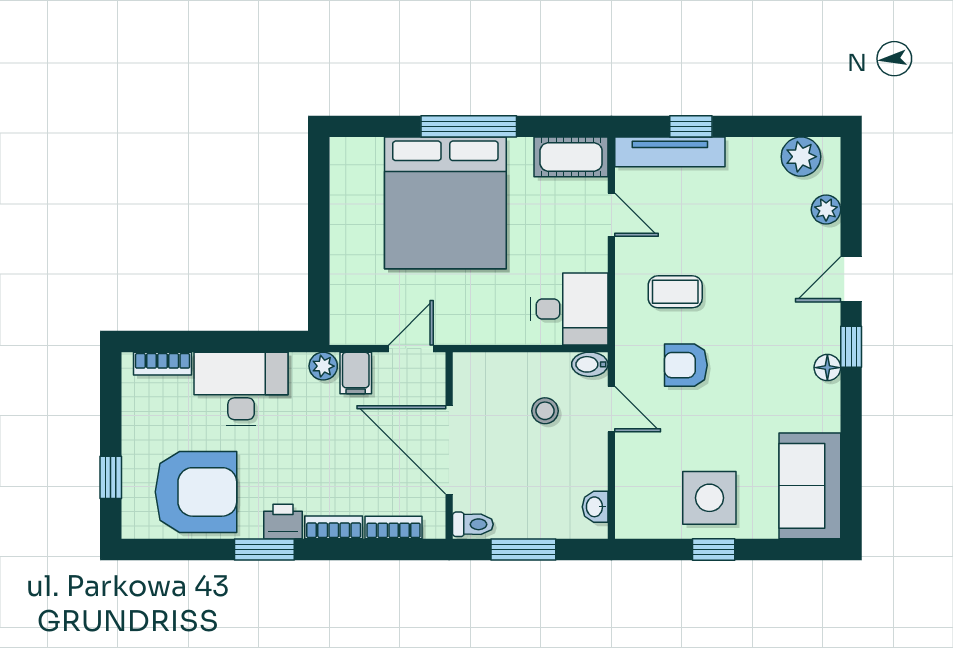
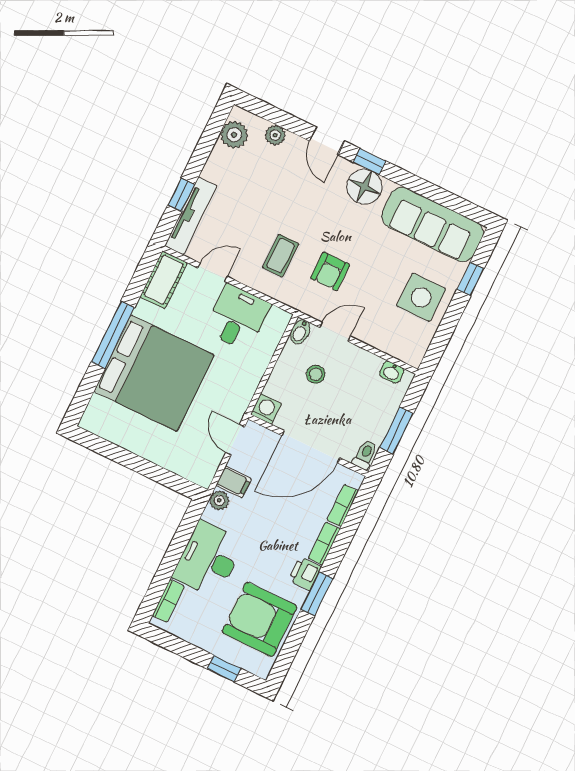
desk: (569, 309) -> (238, 317), moved
floor lamp: (827, 368) -> (364, 187), width x1.89, depth x1.89
washing machine: (469, 369) -> (266, 409), added
sofa: (810, 486) -> (432, 224), width x1.36
armchair: (196, 492) -> (259, 619), turned -90
window: (714, 550) -> (470, 279), moved

